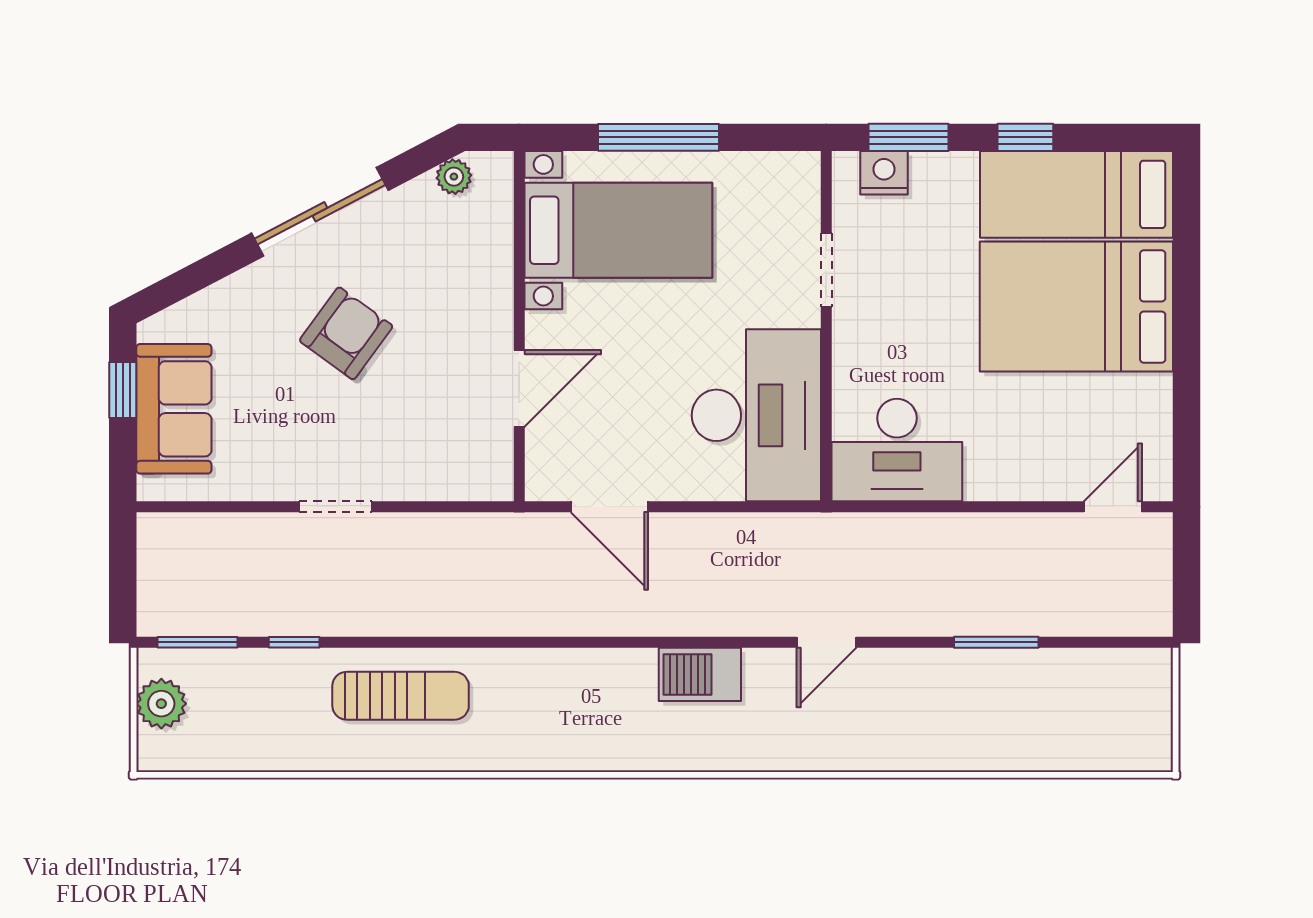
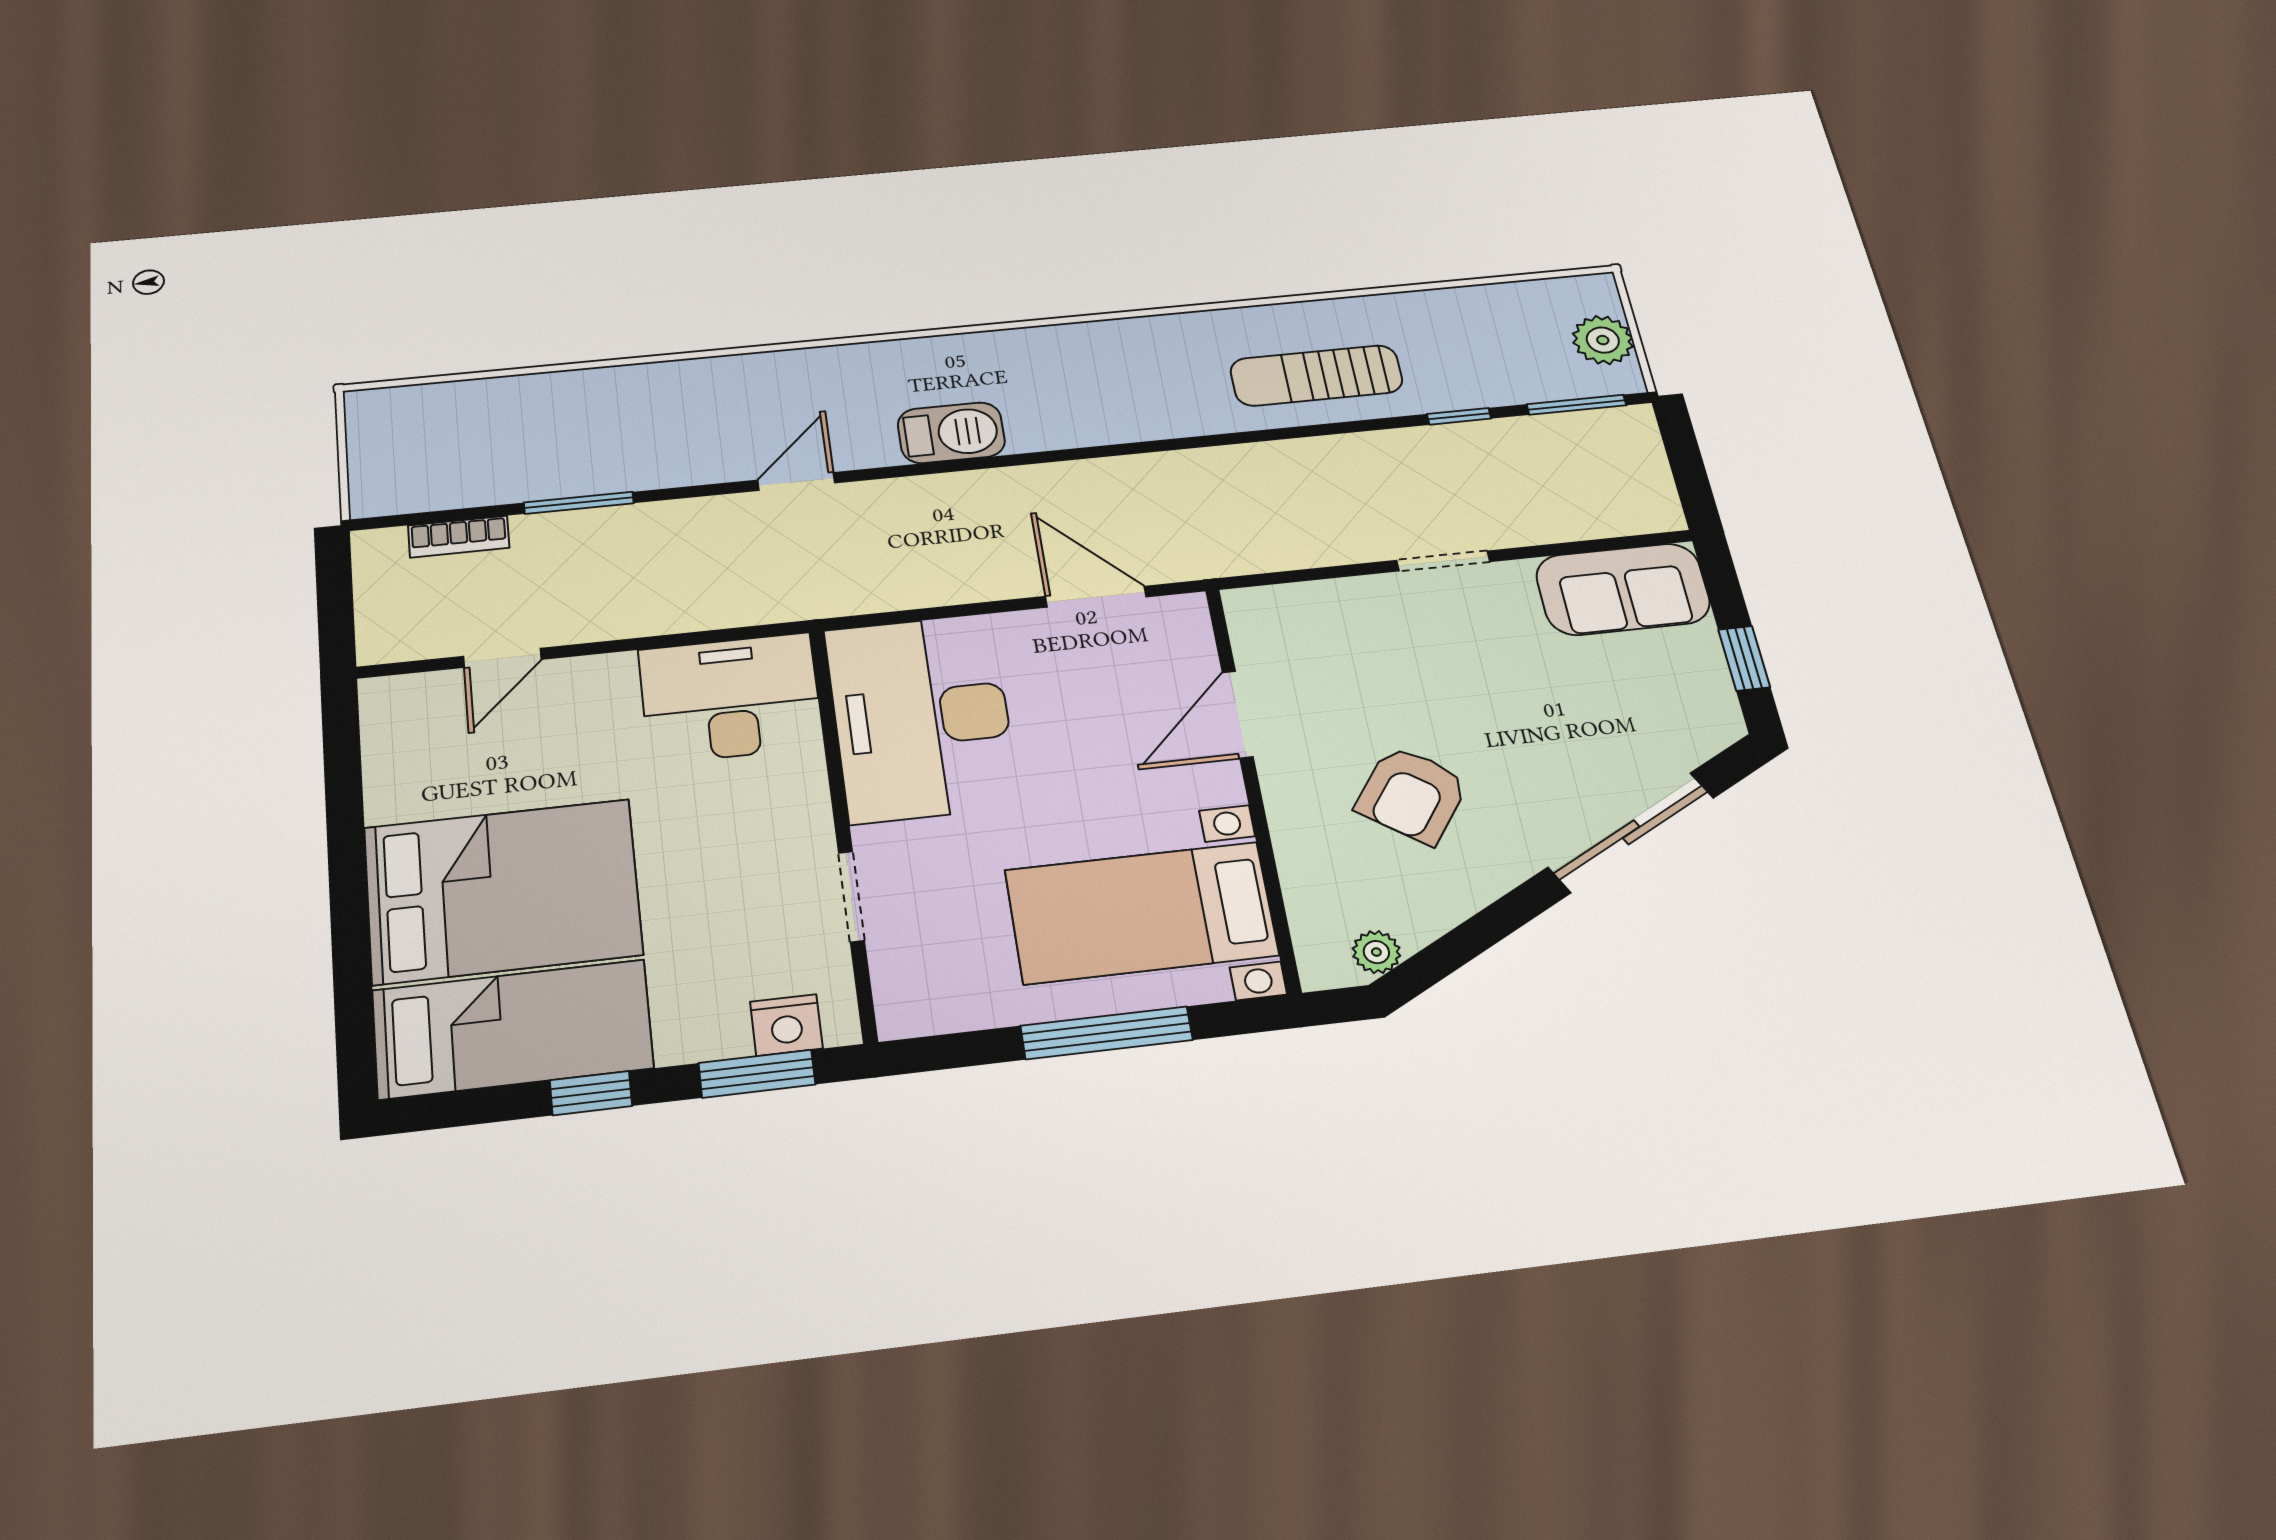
sliding door: (320, 212) -> (1631, 832), moved
armchair: (346, 333) -> (1412, 794), moved
sofa: (174, 409) -> (1623, 589), moved, turned -90
door: (1113, 507) -> (502, 658), moved
bookcase: (1090, 622) -> (459, 537), added

